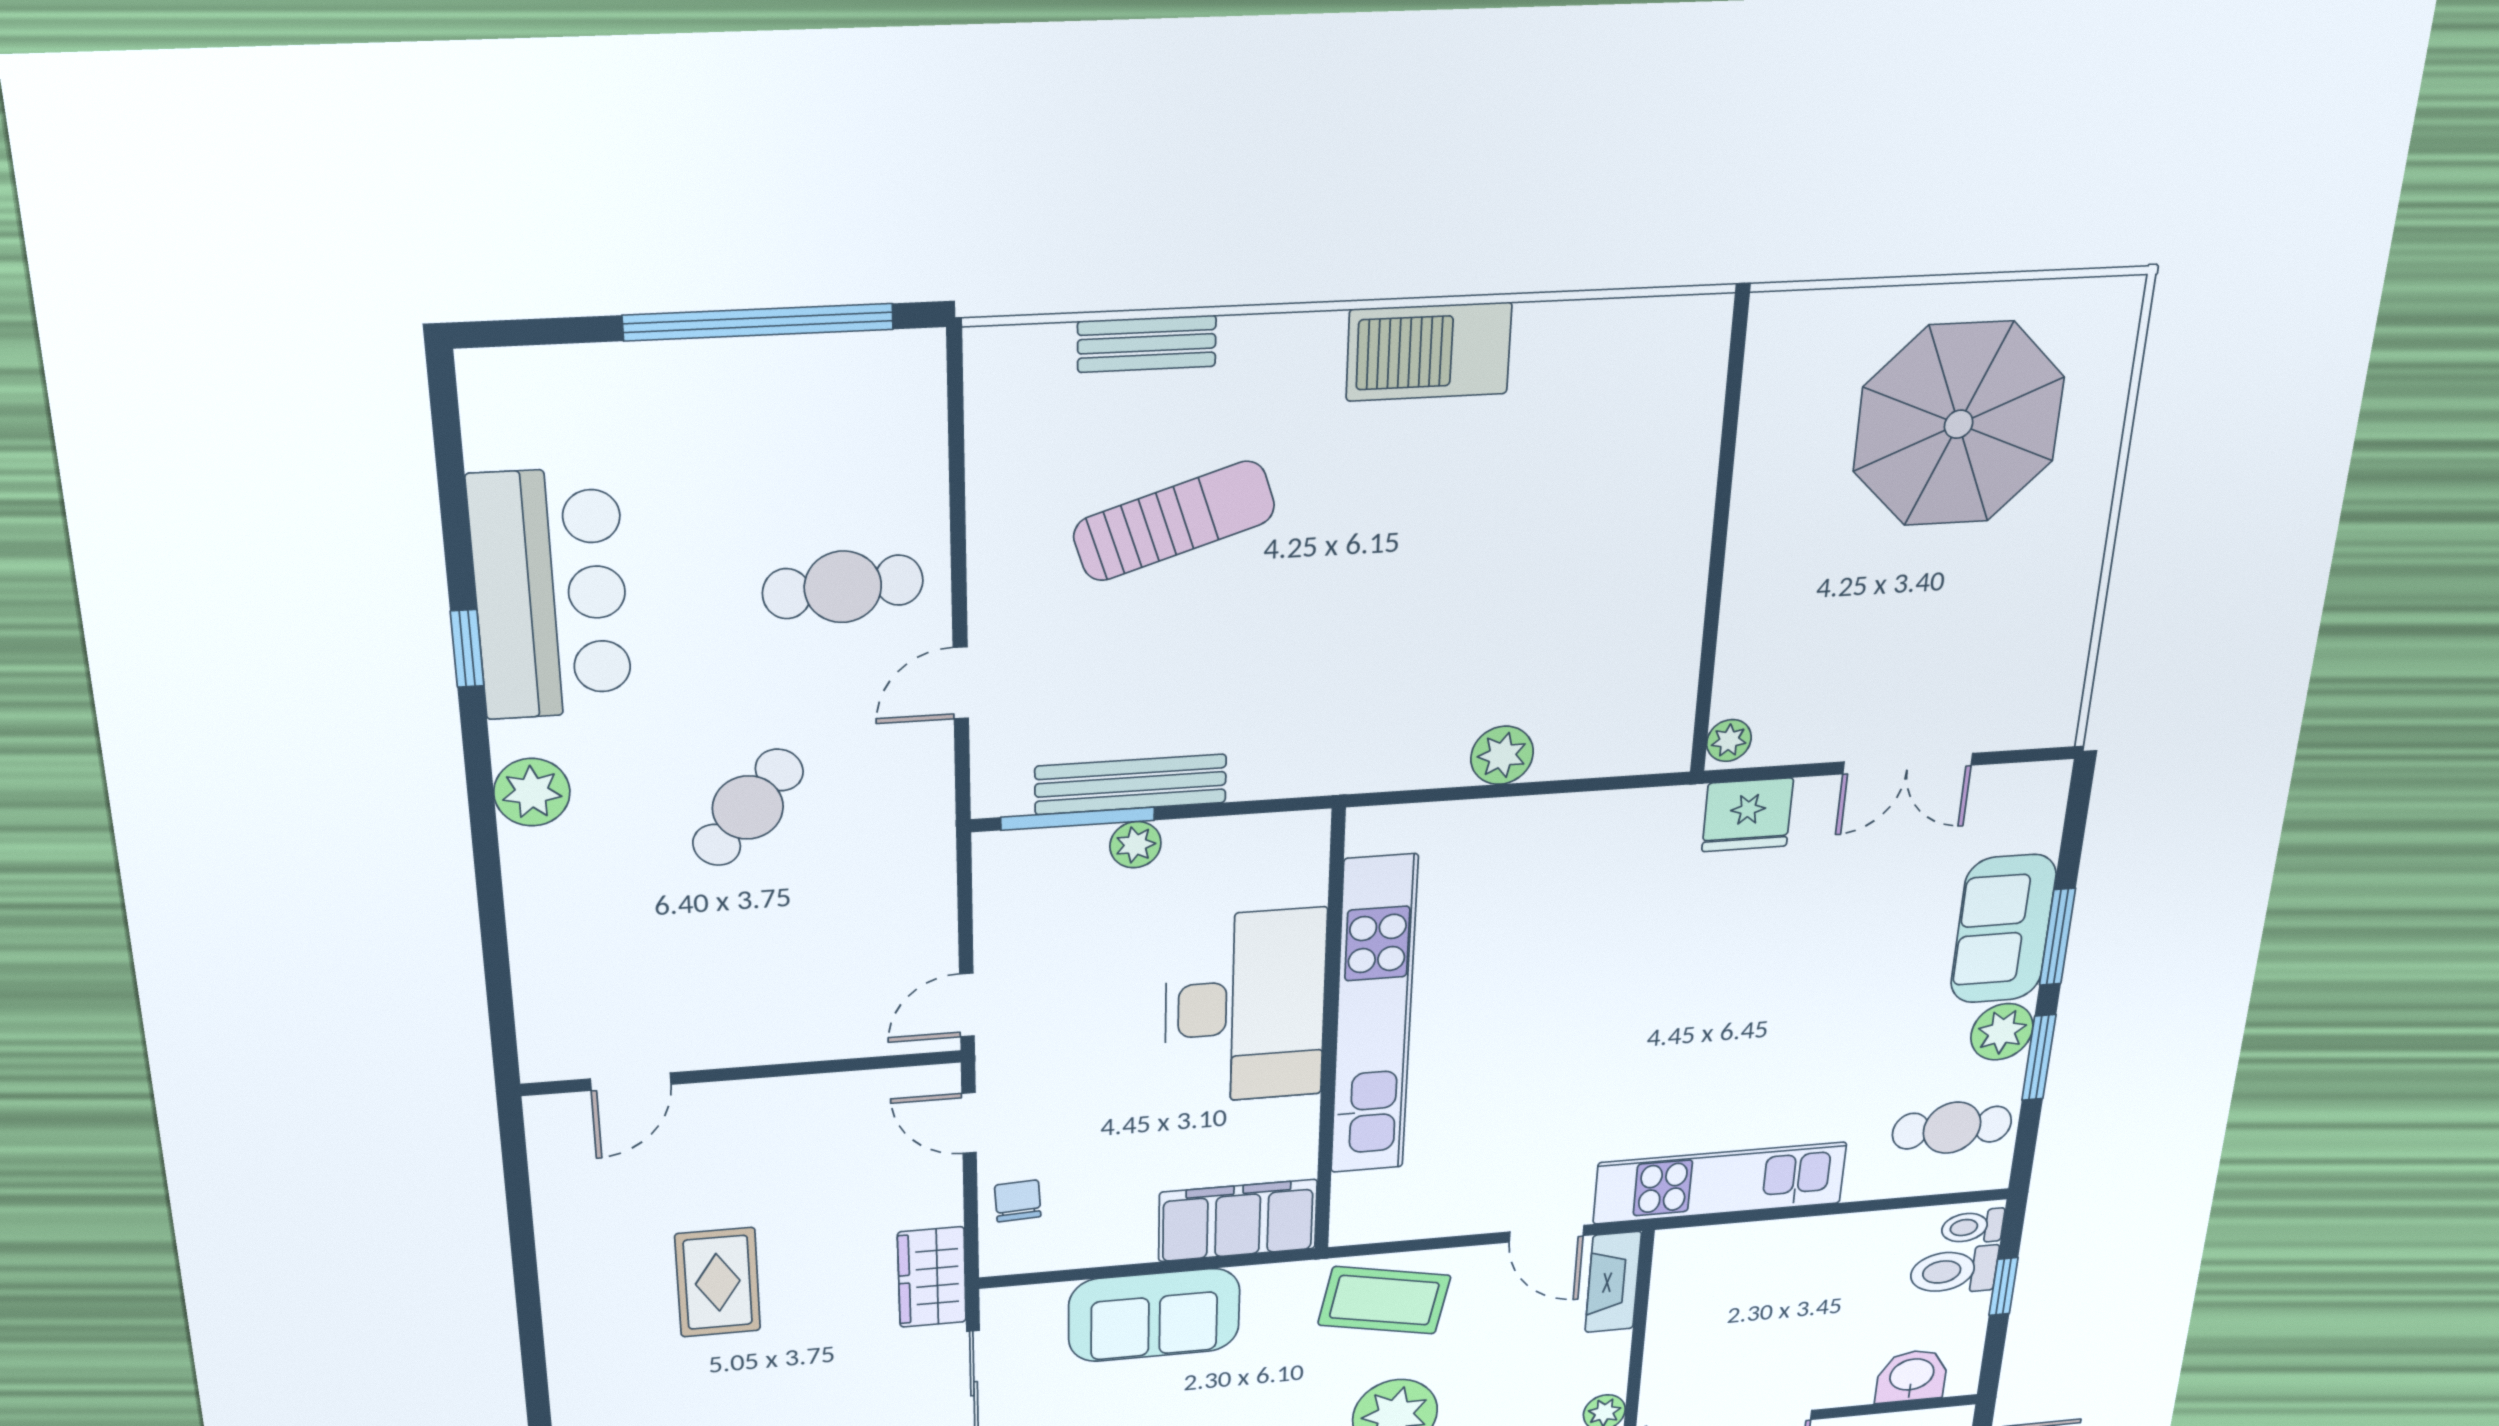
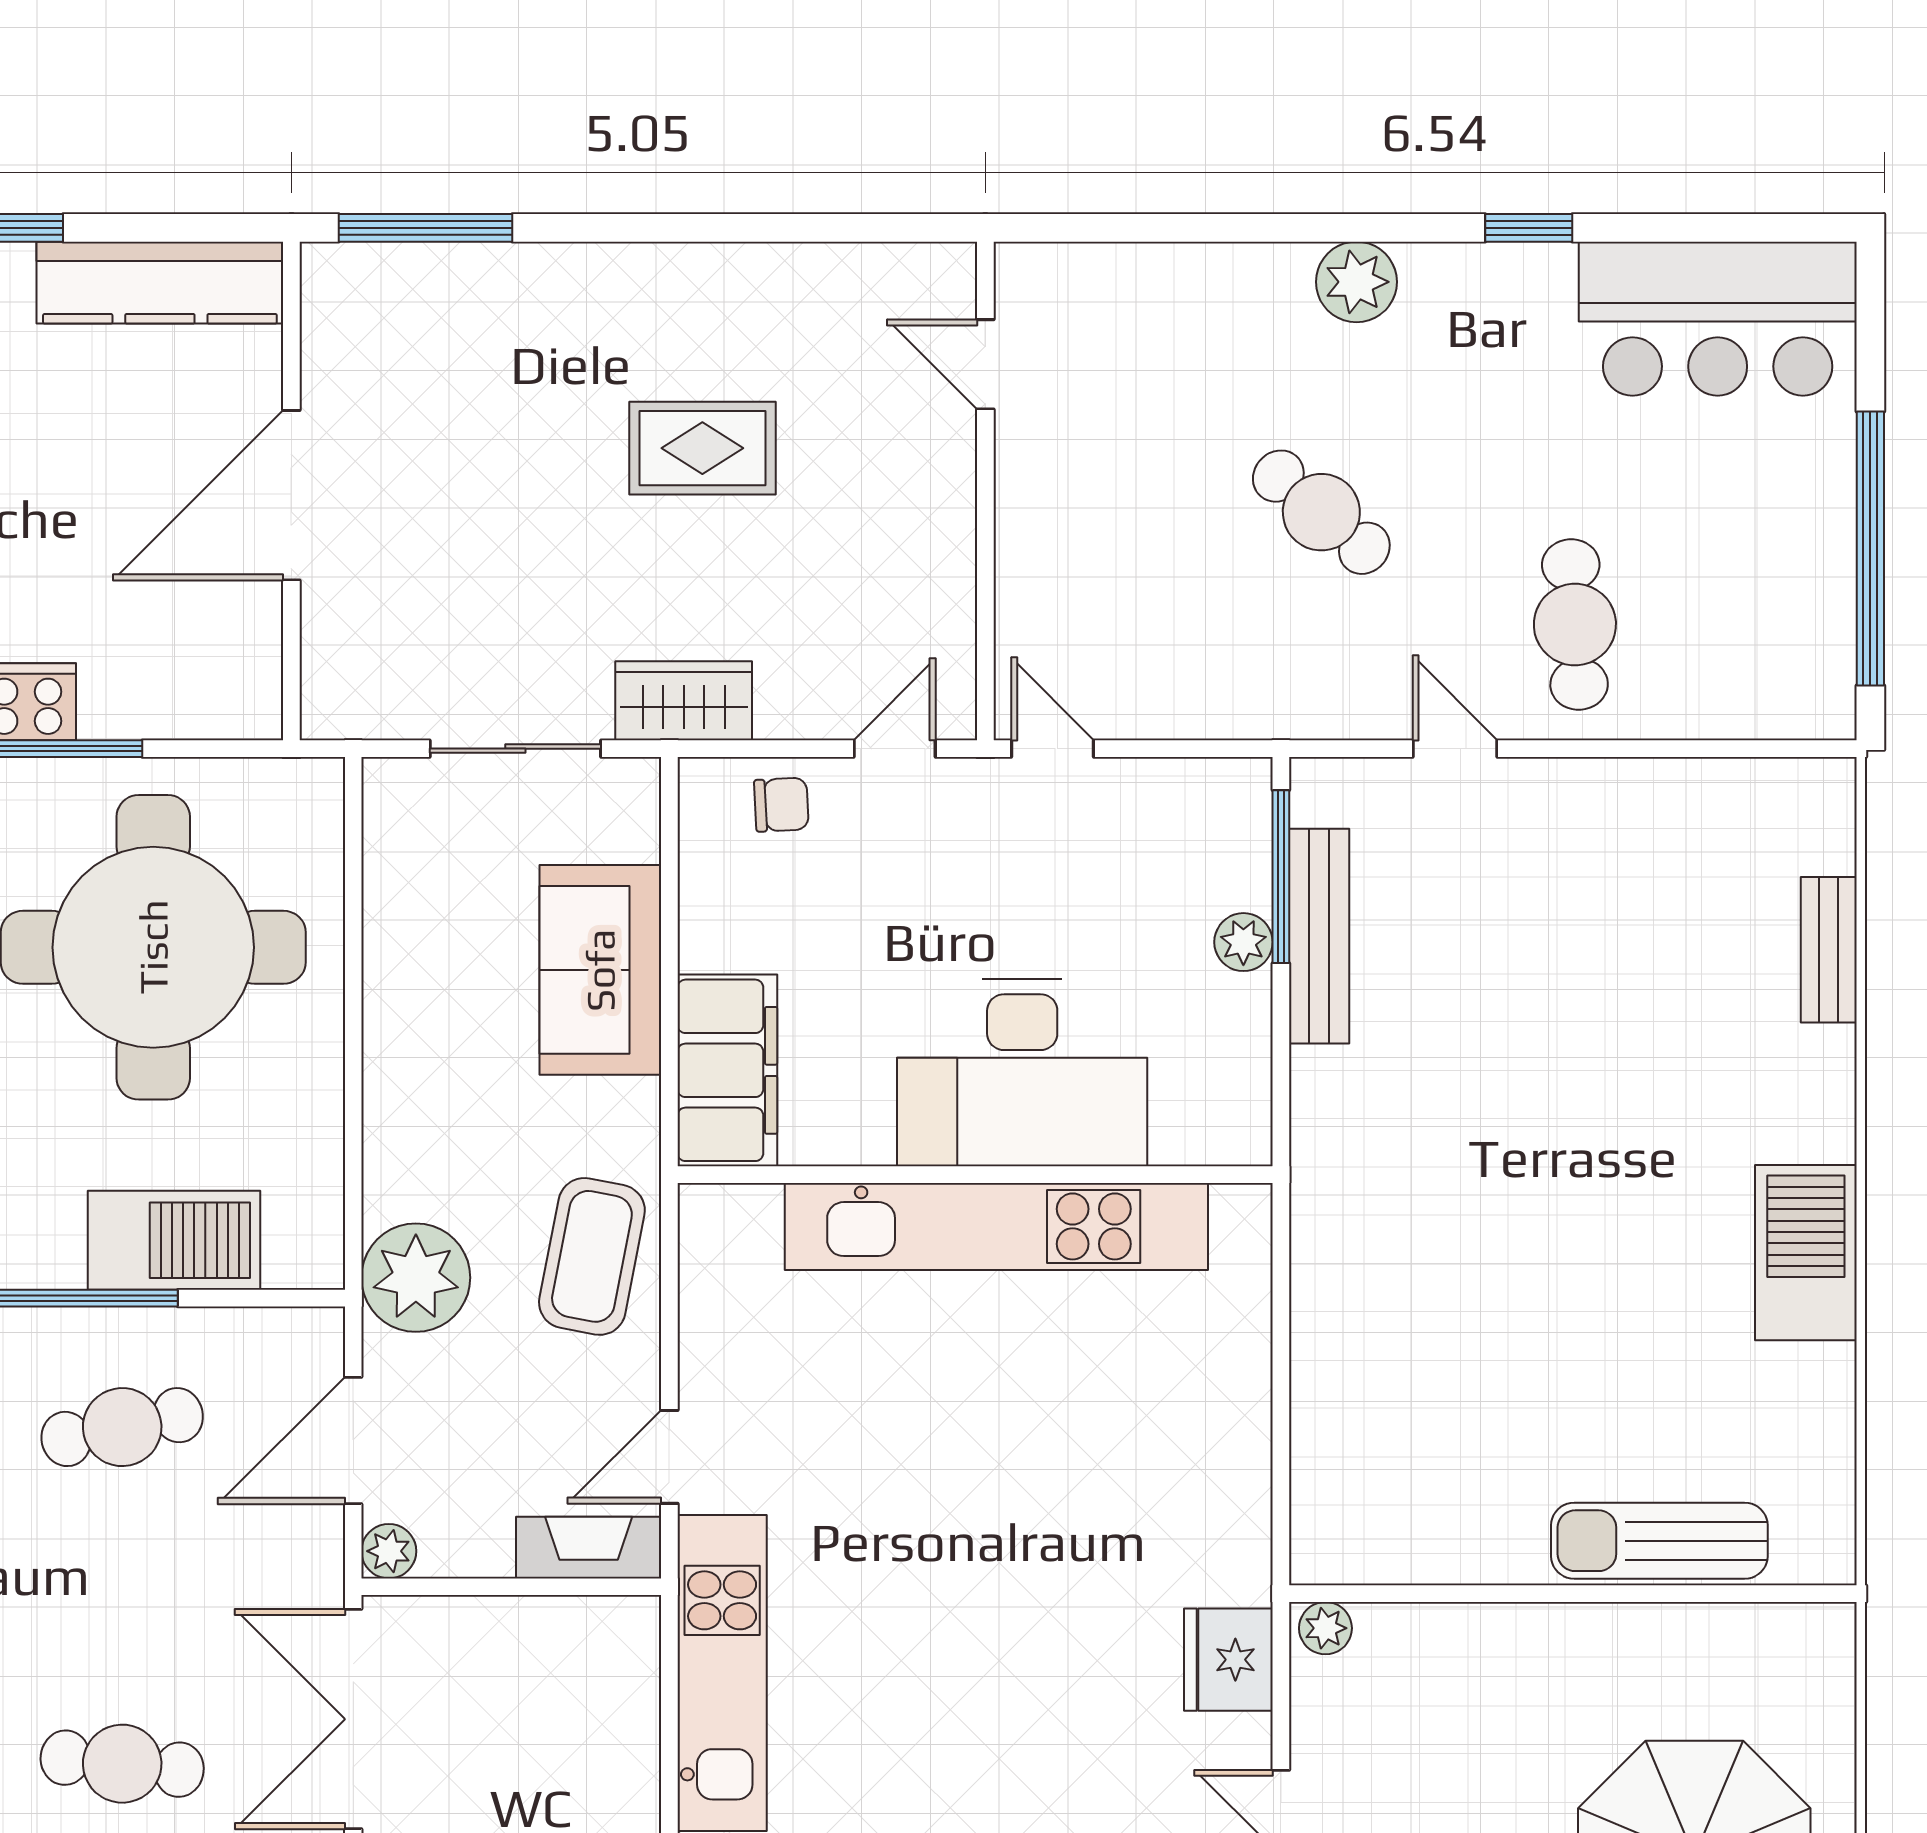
sun lounger: (1174, 521) -> (1659, 1541), moved, turned 108
bar counter: (551, 595) -> (1718, 319), moved
plant: (1502, 755) -> (1325, 1361), removed

